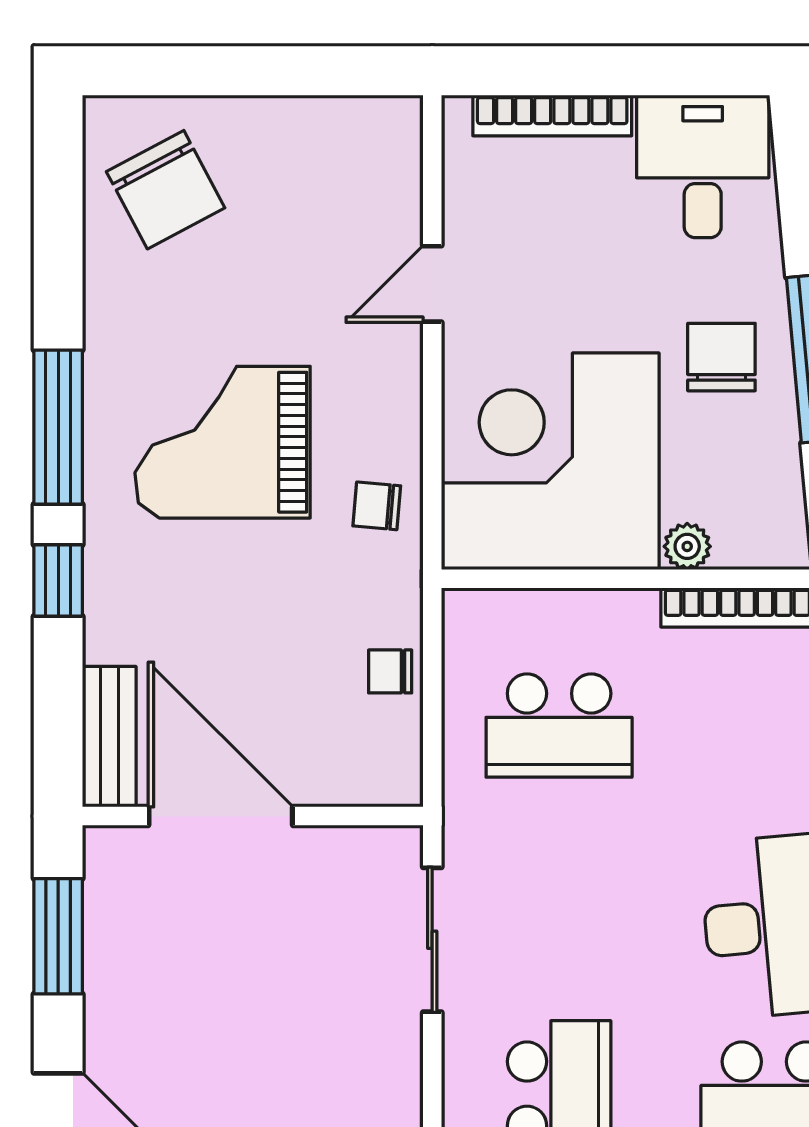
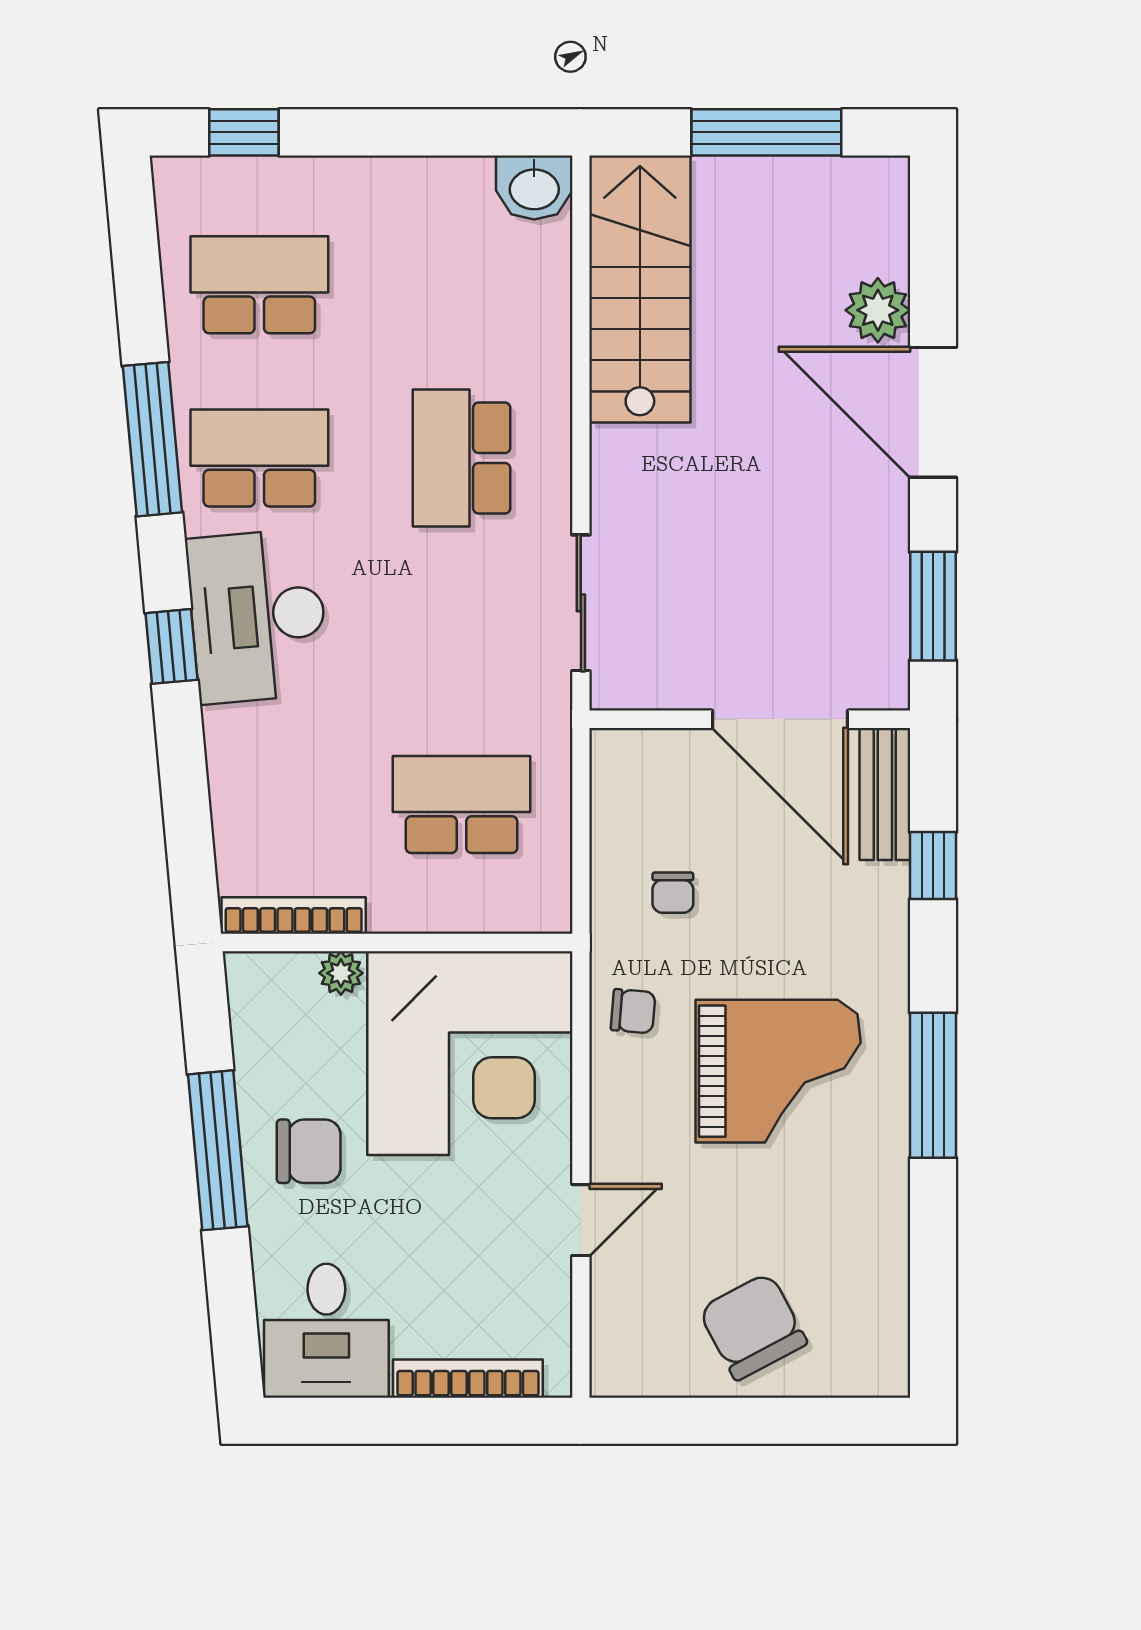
chair: (166, 190) -> (753, 1326), moved
chair: (721, 357) -> (309, 1151), turned -90
window: (58, 580) -> (933, 865), moved
chair: (390, 671) -> (673, 893), moved, turned 90

